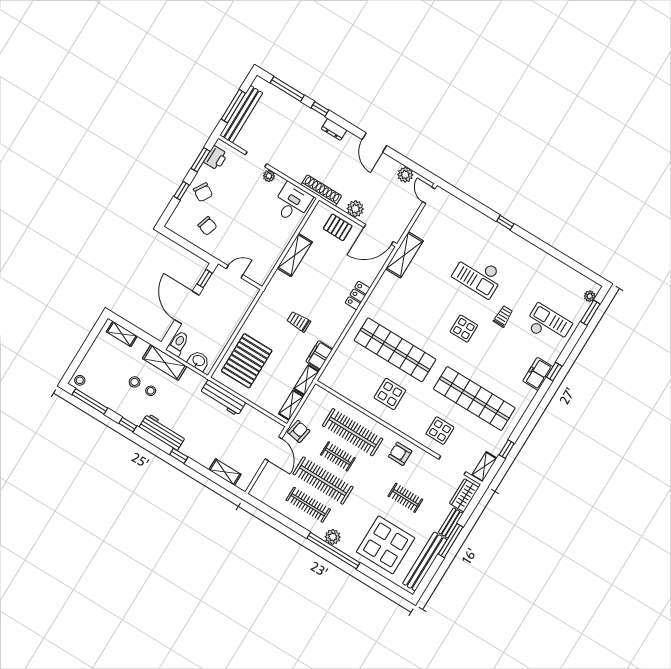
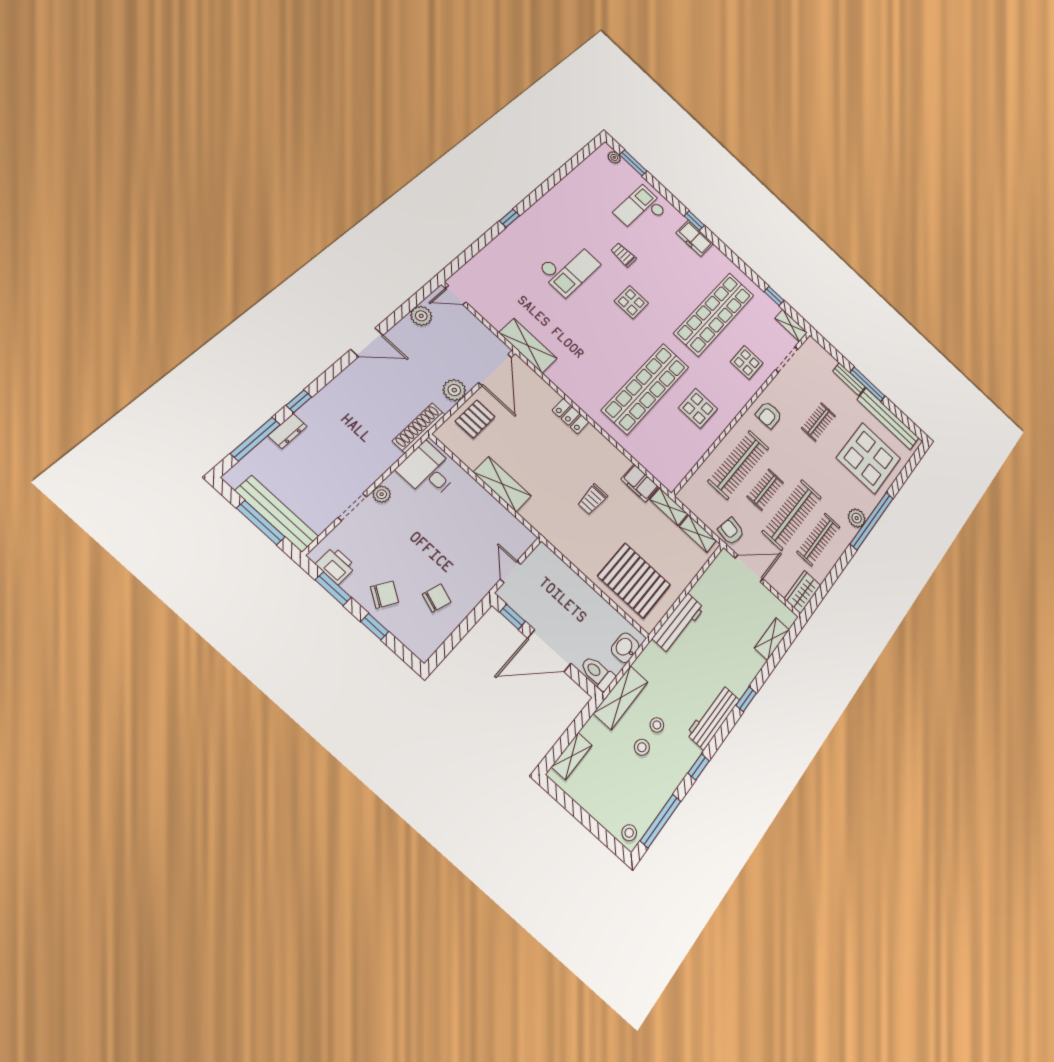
dresser: (334, 129) -> (287, 431), moved
wardrobe: (464, 495) -> (803, 592), moved, turned 90

